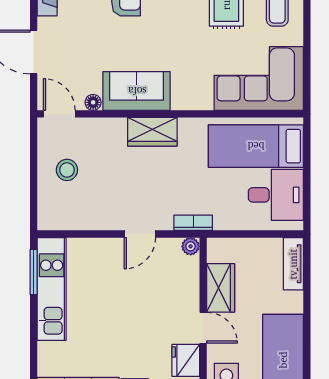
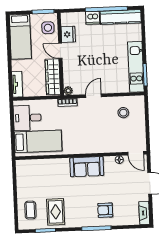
corner sofa: (259, 79) -> (38, 175), removed
sofa: (137, 91) -> (87, 167), moved
wardrobe: (152, 132) -> (89, 146), removed
stool: (67, 170) -> (123, 113), moved
wardrobe: (221, 288) -> (53, 77), width x1.50

